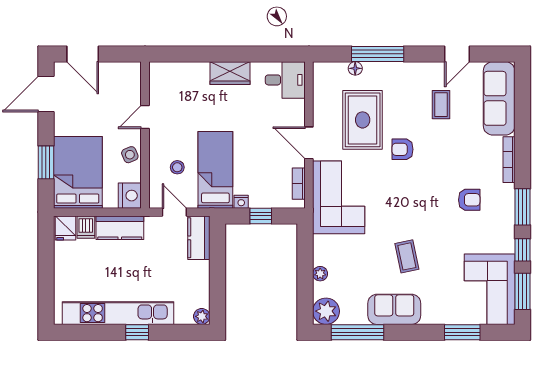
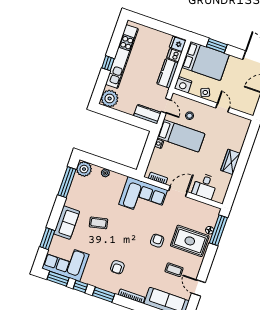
window: (378, 54) -> (218, 230), moved
desk: (285, 80) -> (205, 186), moved
rug: (363, 120) -> (190, 241), moved
door: (174, 212) -> (166, 106), hinge flipped
window: (261, 216) -> (148, 152), removed
sofa: (394, 309) -> (67, 223), moved
plant: (202, 316) -> (110, 98), width x1.87, depth x1.87

